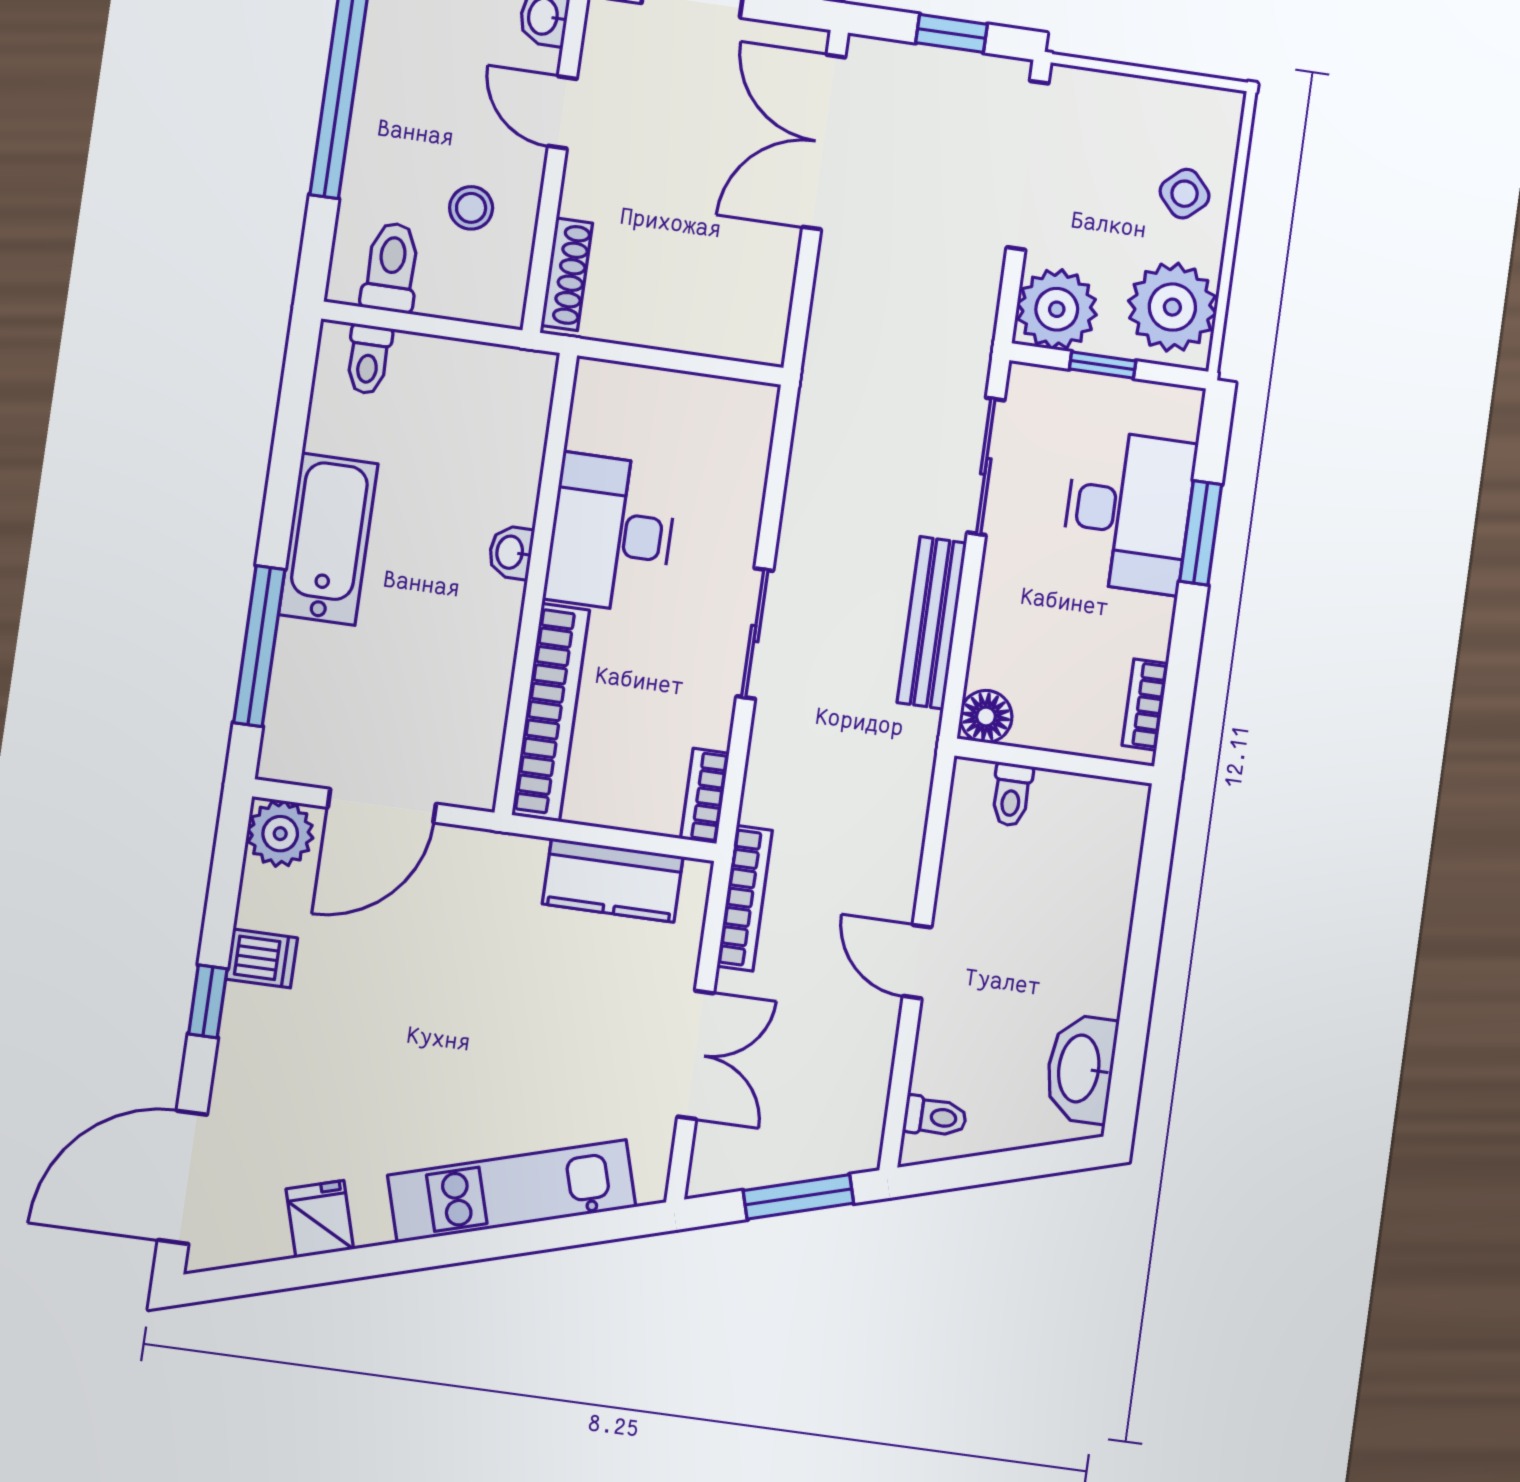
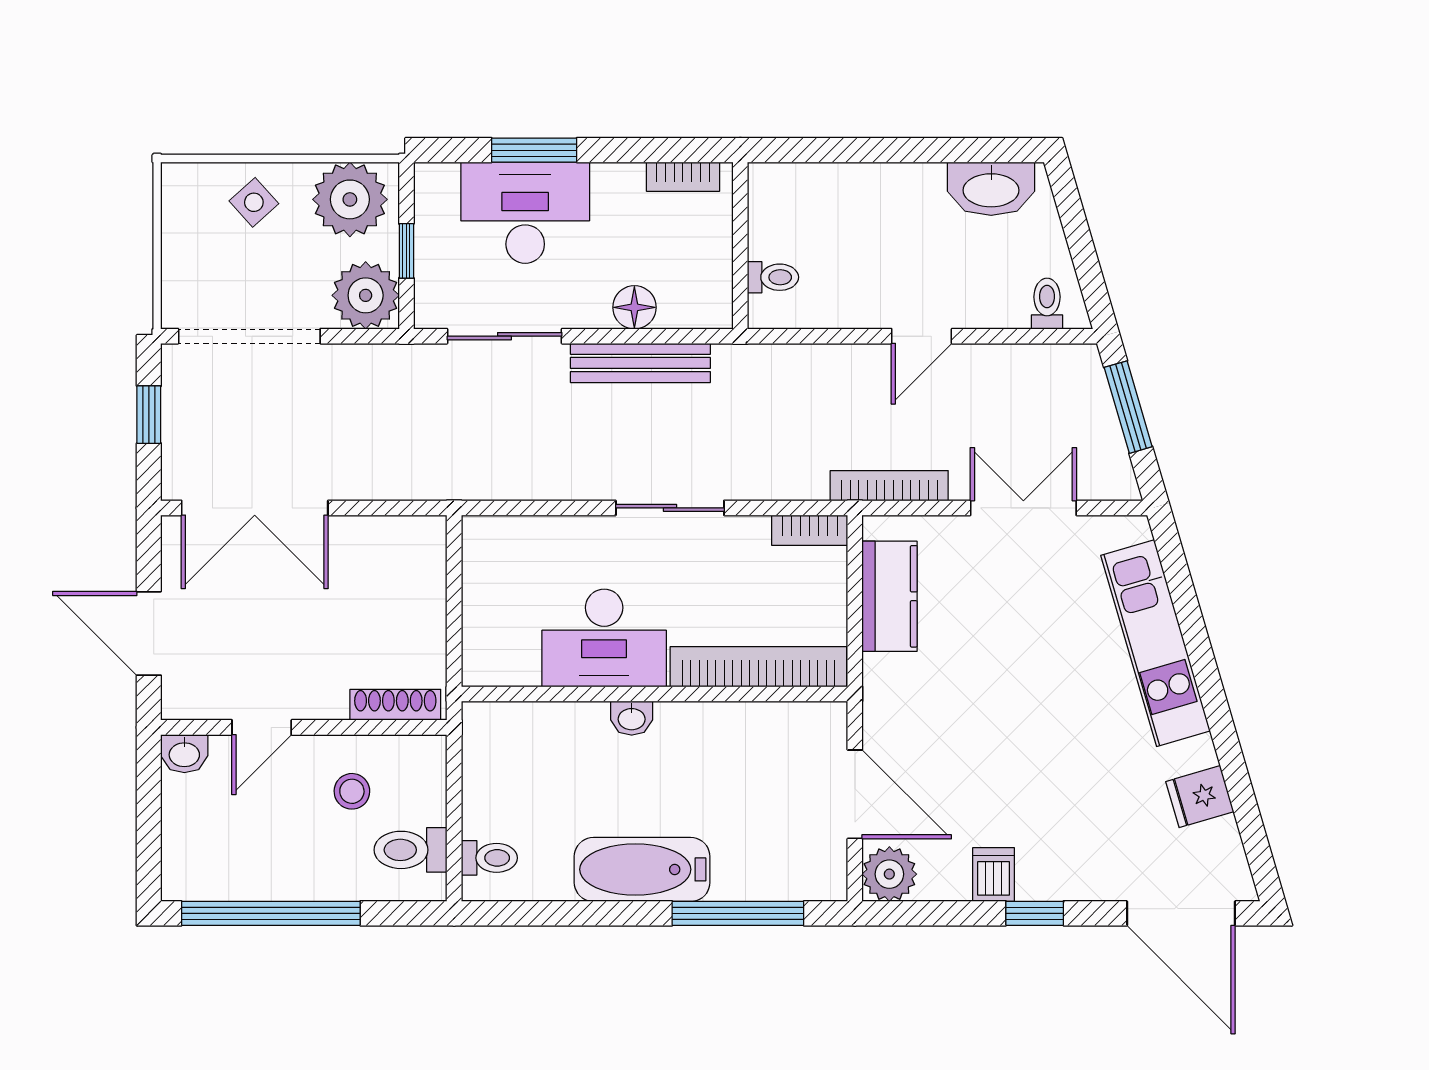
floor lamp: (986, 716) -> (634, 307), moved

